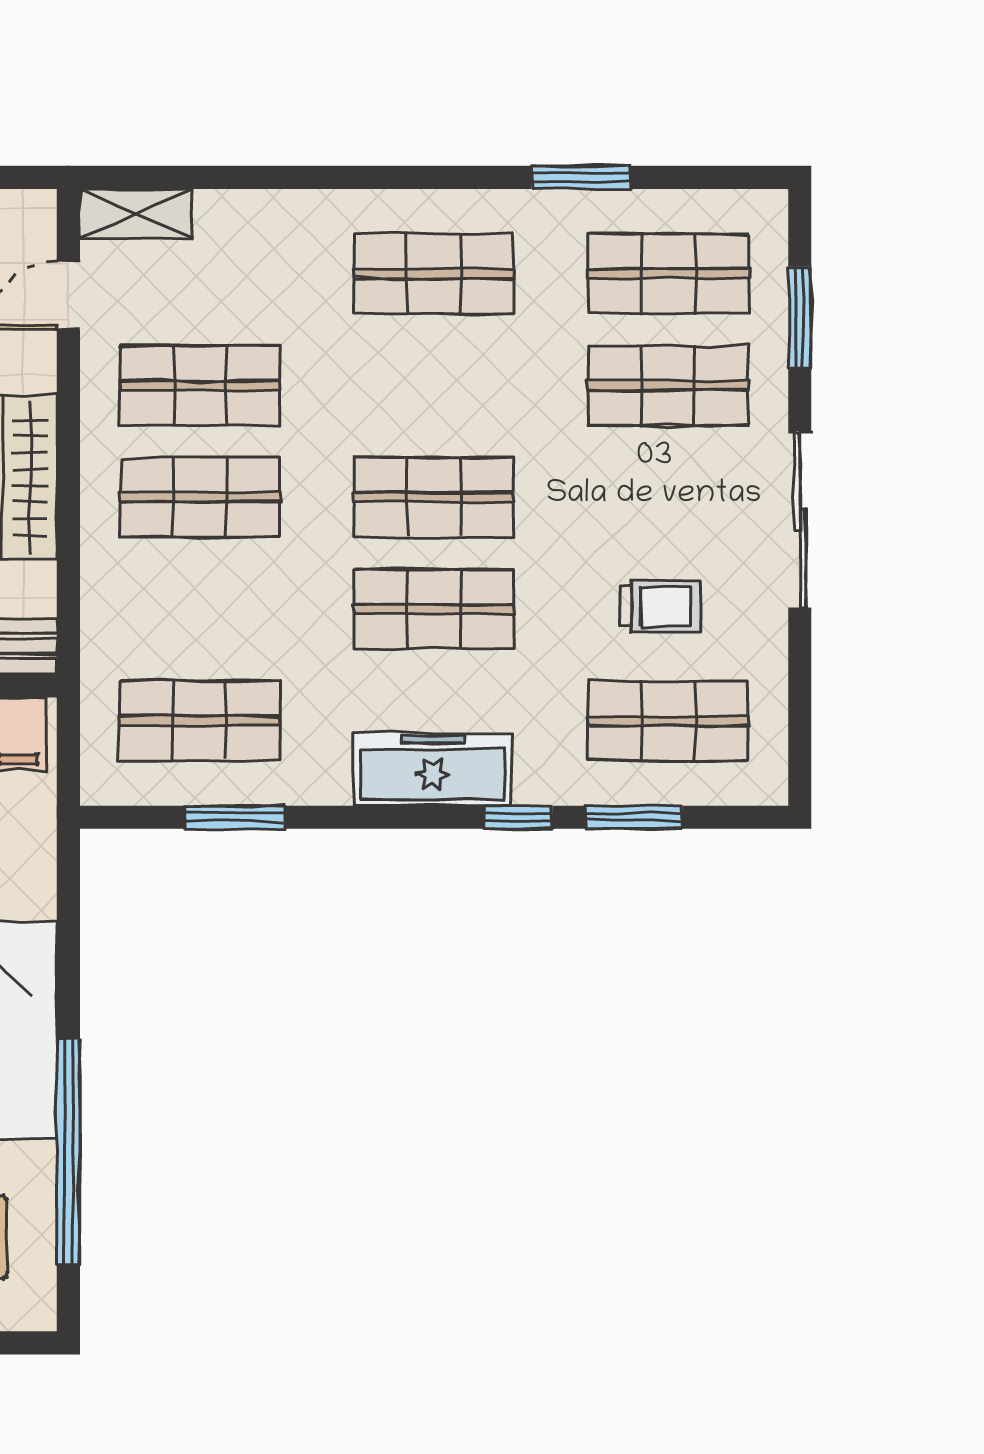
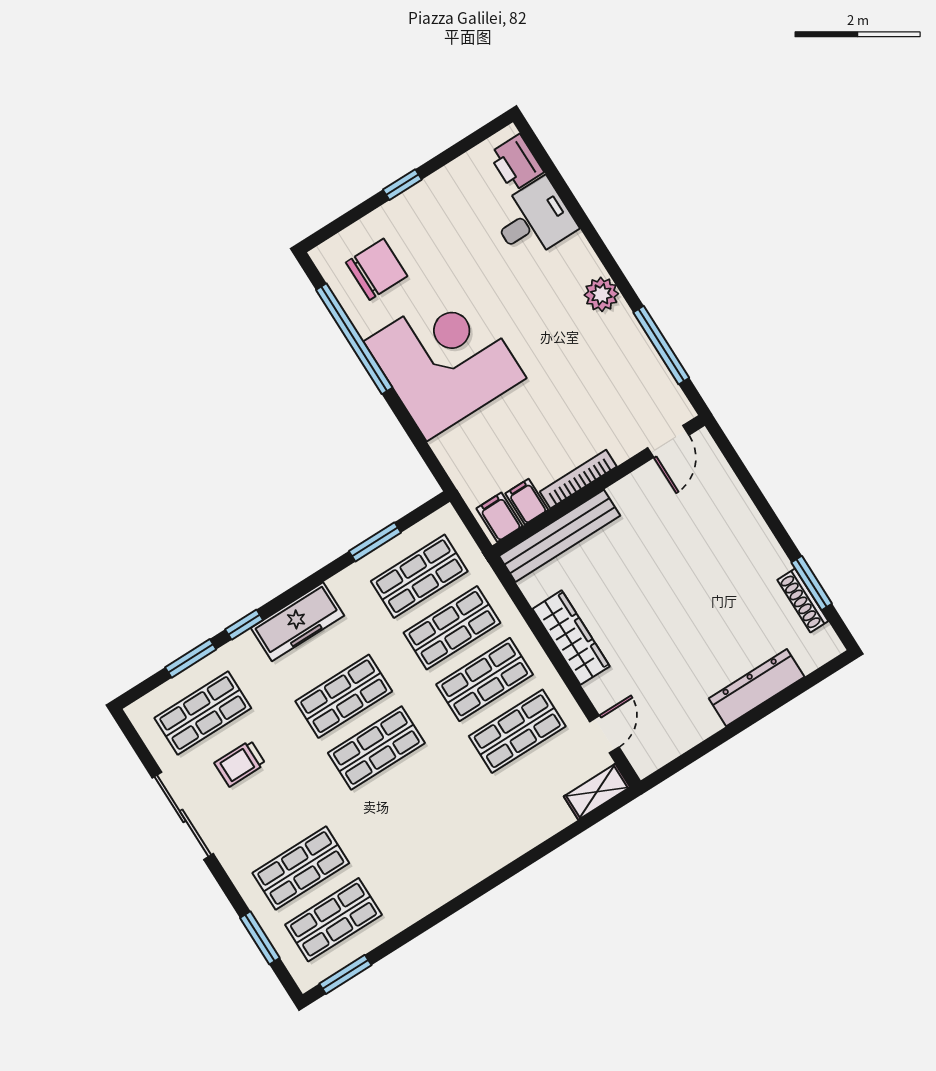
window: (581, 177) -> (345, 974), moved
shop shelf: (434, 274) -> (452, 628), moved
sliding door: (800, 520) -> (183, 816), moved

